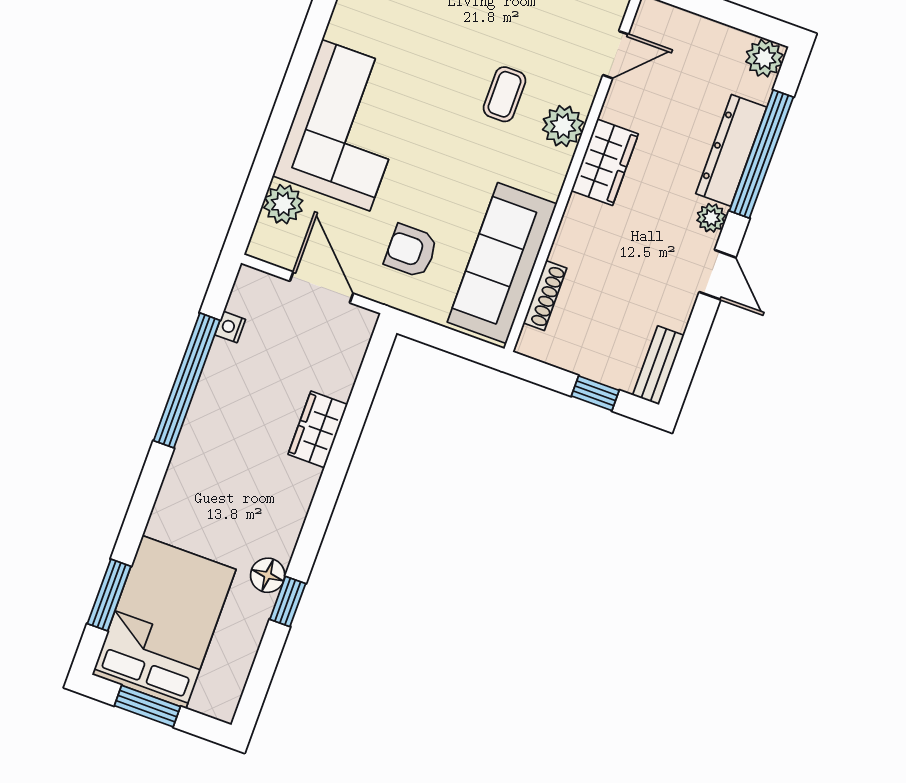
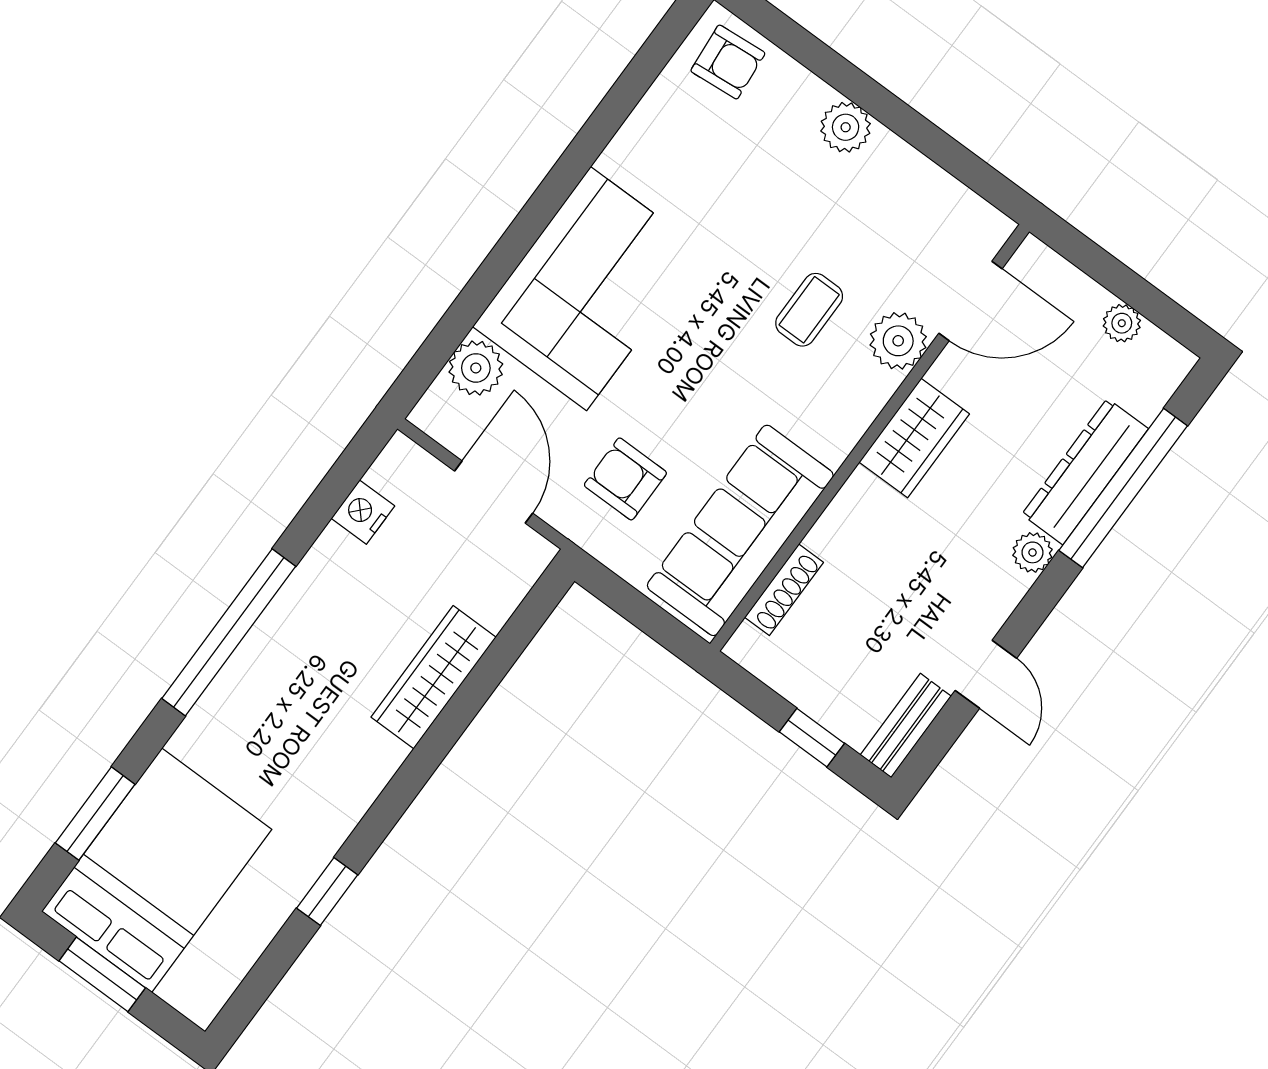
door: (616, 55) -> (970, 301), width x1.38
plant: (764, 58) -> (1122, 323), moved, width x0.73, depth x0.73
plant: (563, 126) -> (898, 341), moved
door: (718, 275) -> (986, 674), moved
nightstand: (230, 327) -> (363, 512), width x1.39, depth x1.35
window: (187, 380) -> (229, 632), moved
wardrobe: (318, 429) -> (434, 677), width x1.50
floor lamp: (268, 575) -> (311, 849), removed

